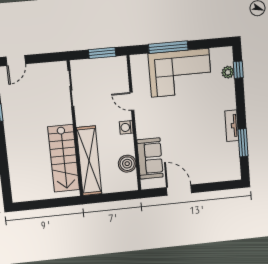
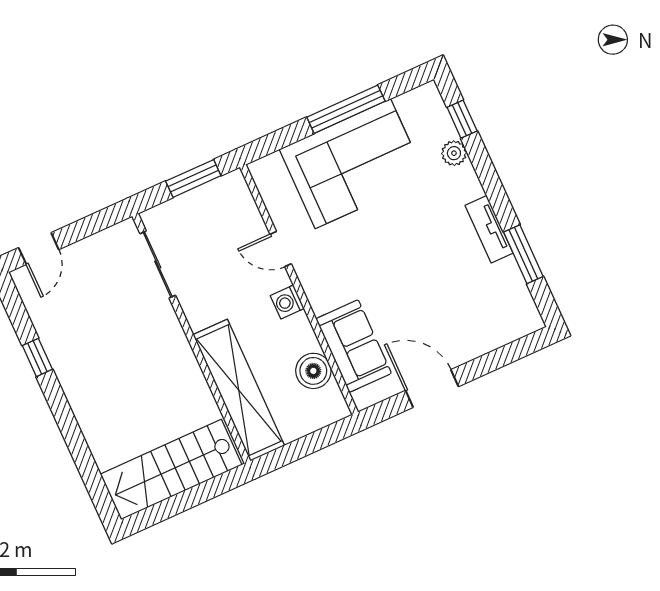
window: (168, 47) -> (346, 109), moved
plant: (228, 72) -> (454, 153), moved
stairs: (64, 158) -> (171, 470), moved, turned 90

